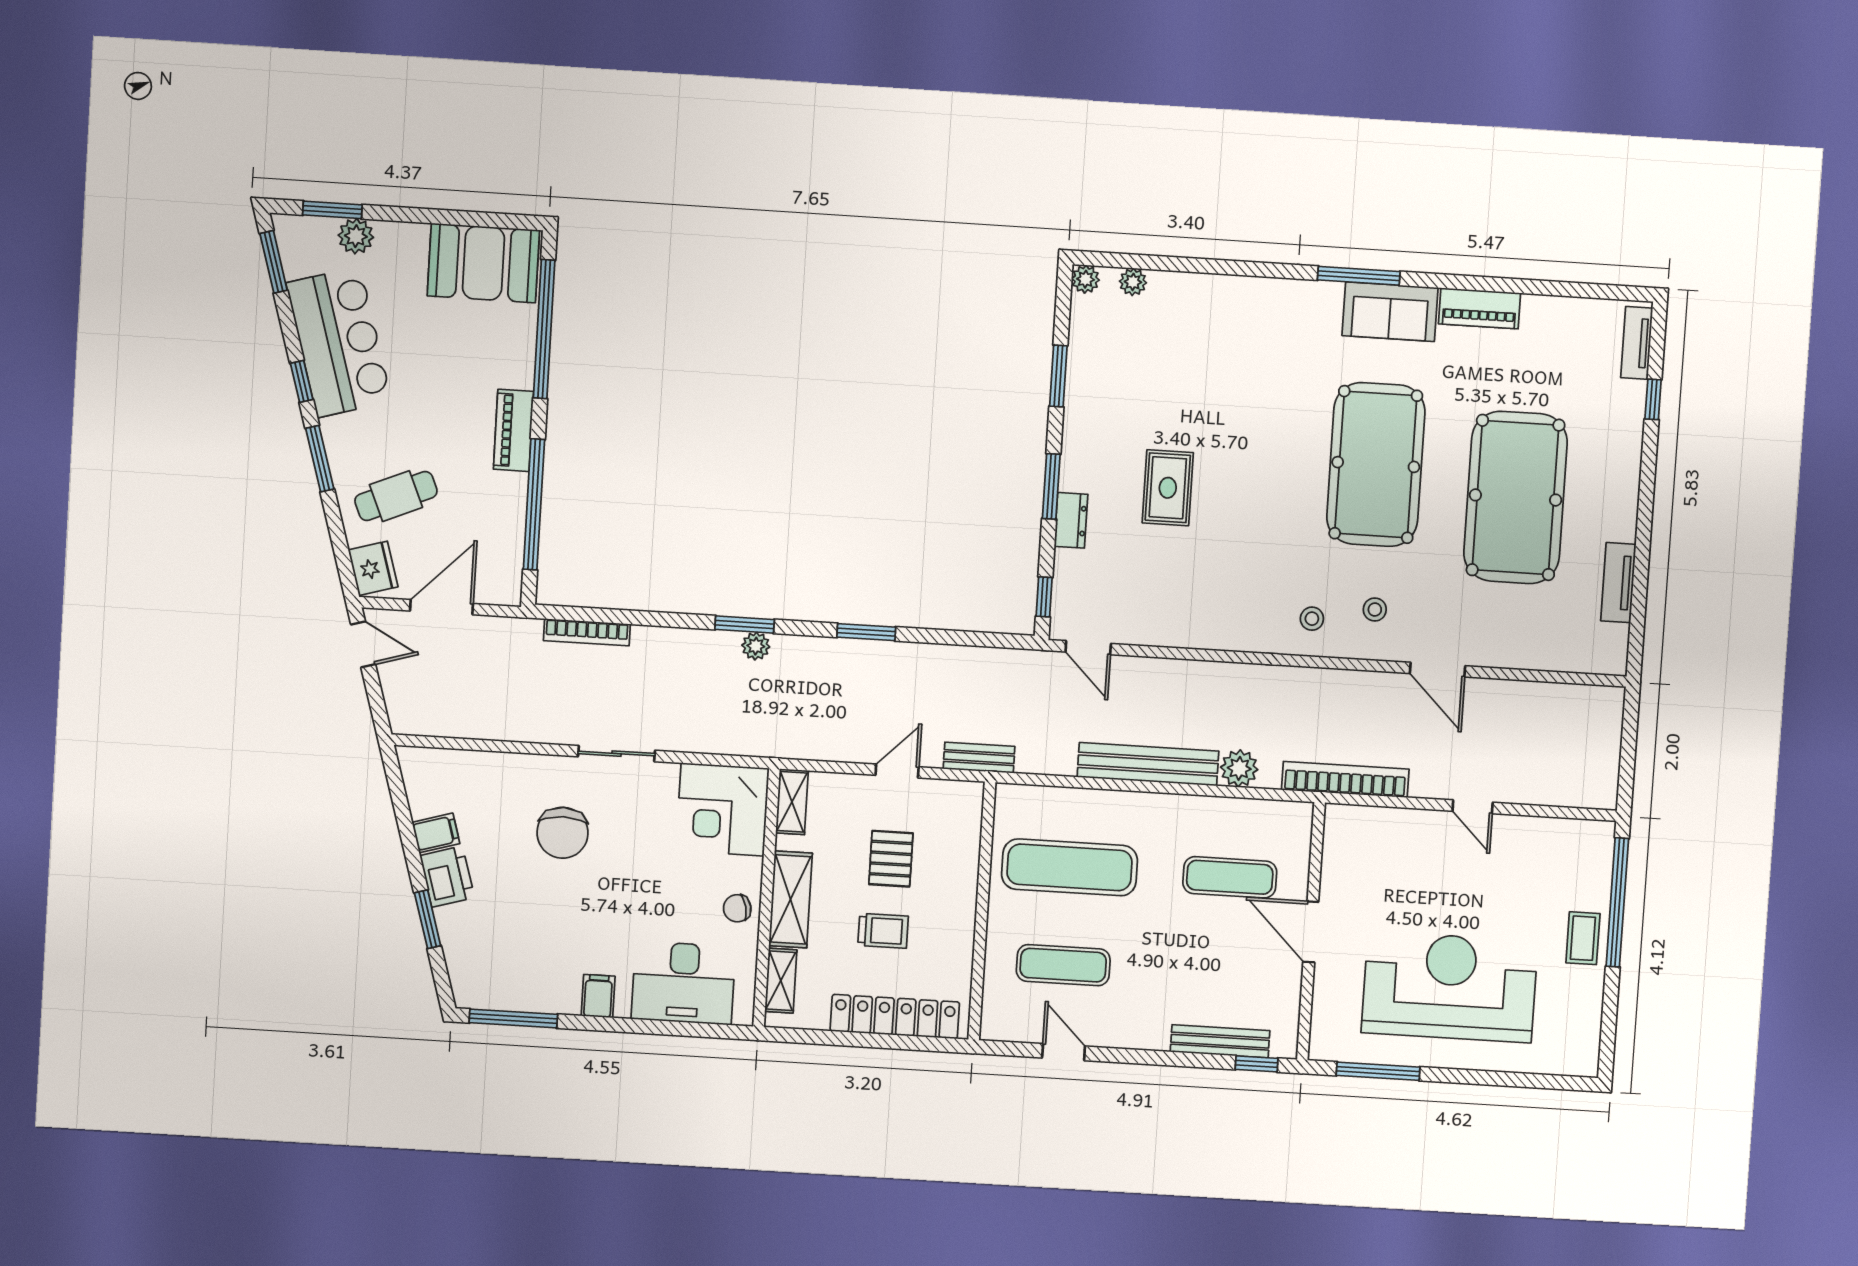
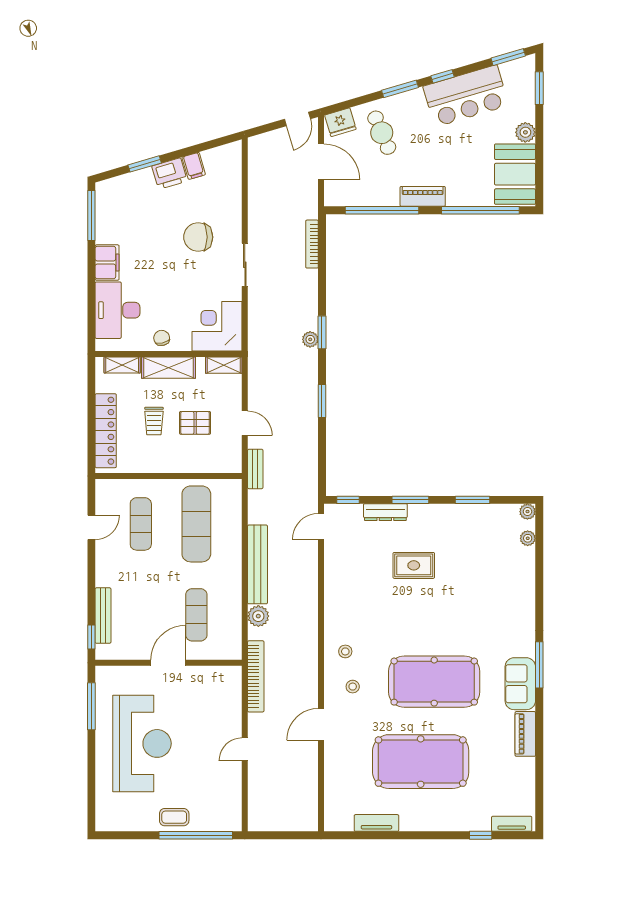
plant: (356, 236) -> (525, 132), moved
dresser: (1071, 520) -> (385, 512), width x1.44
filing cabinet: (598, 996) -> (107, 263), width x2.00

